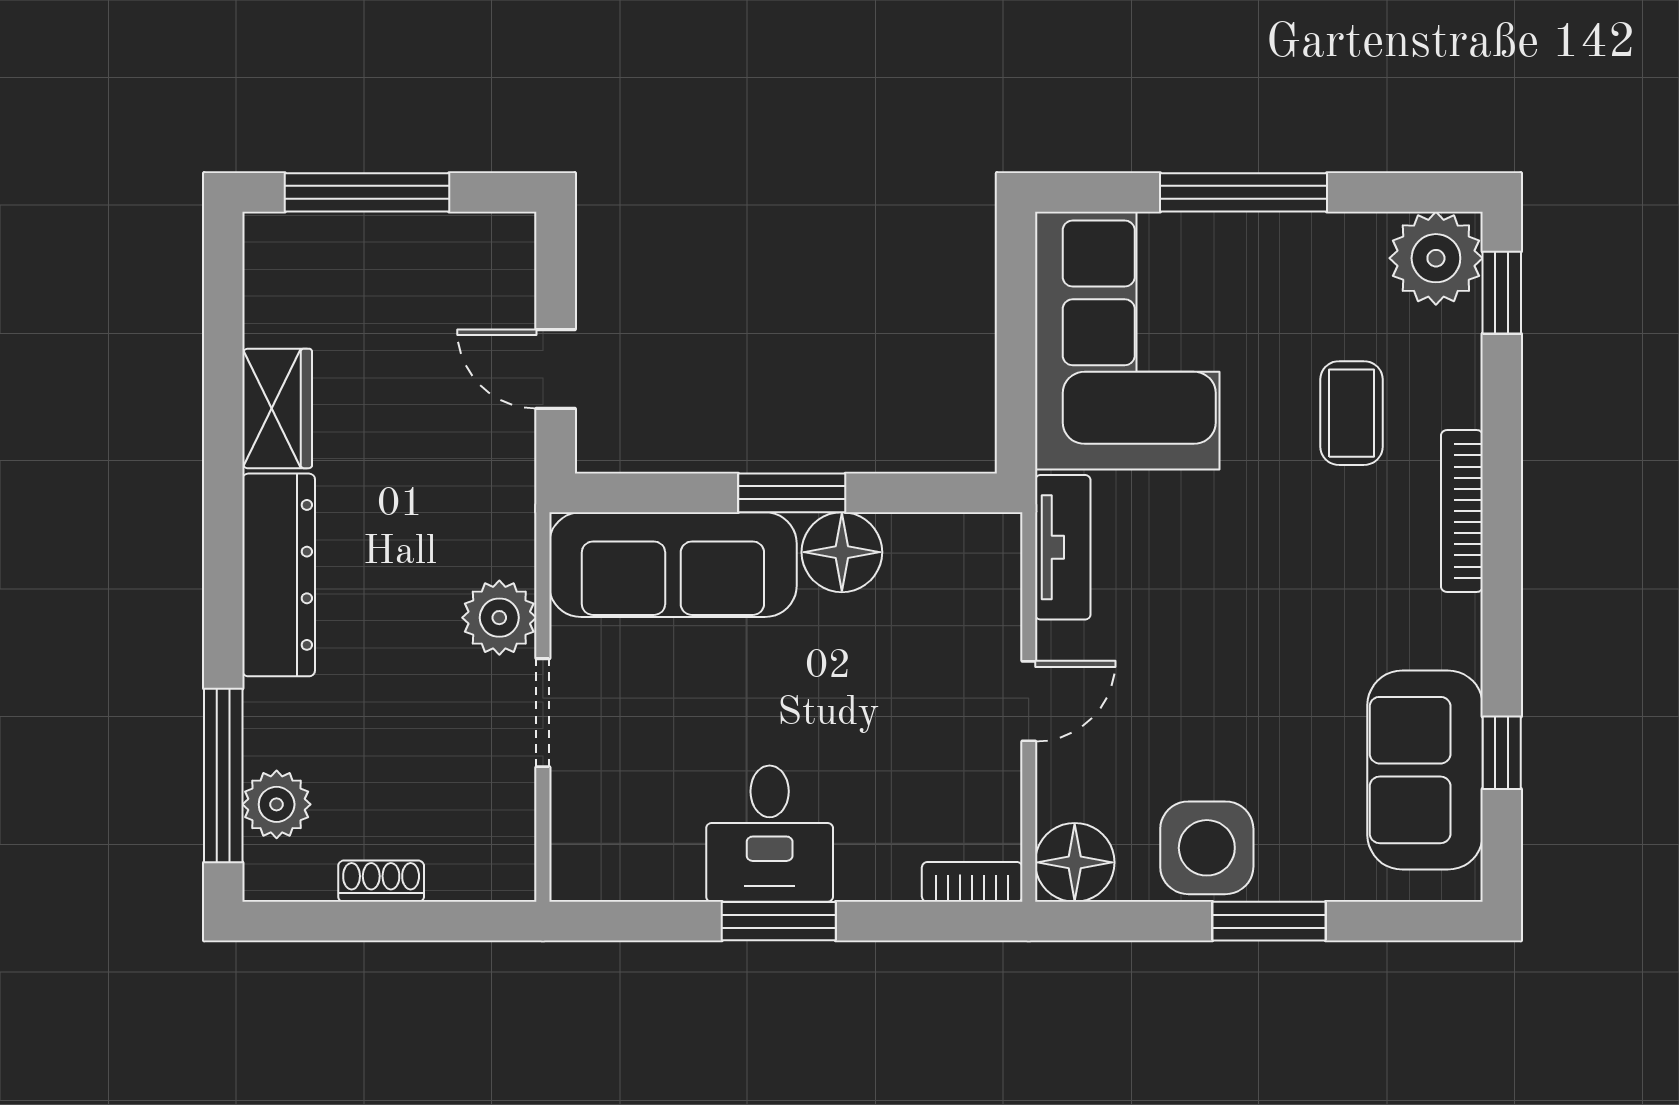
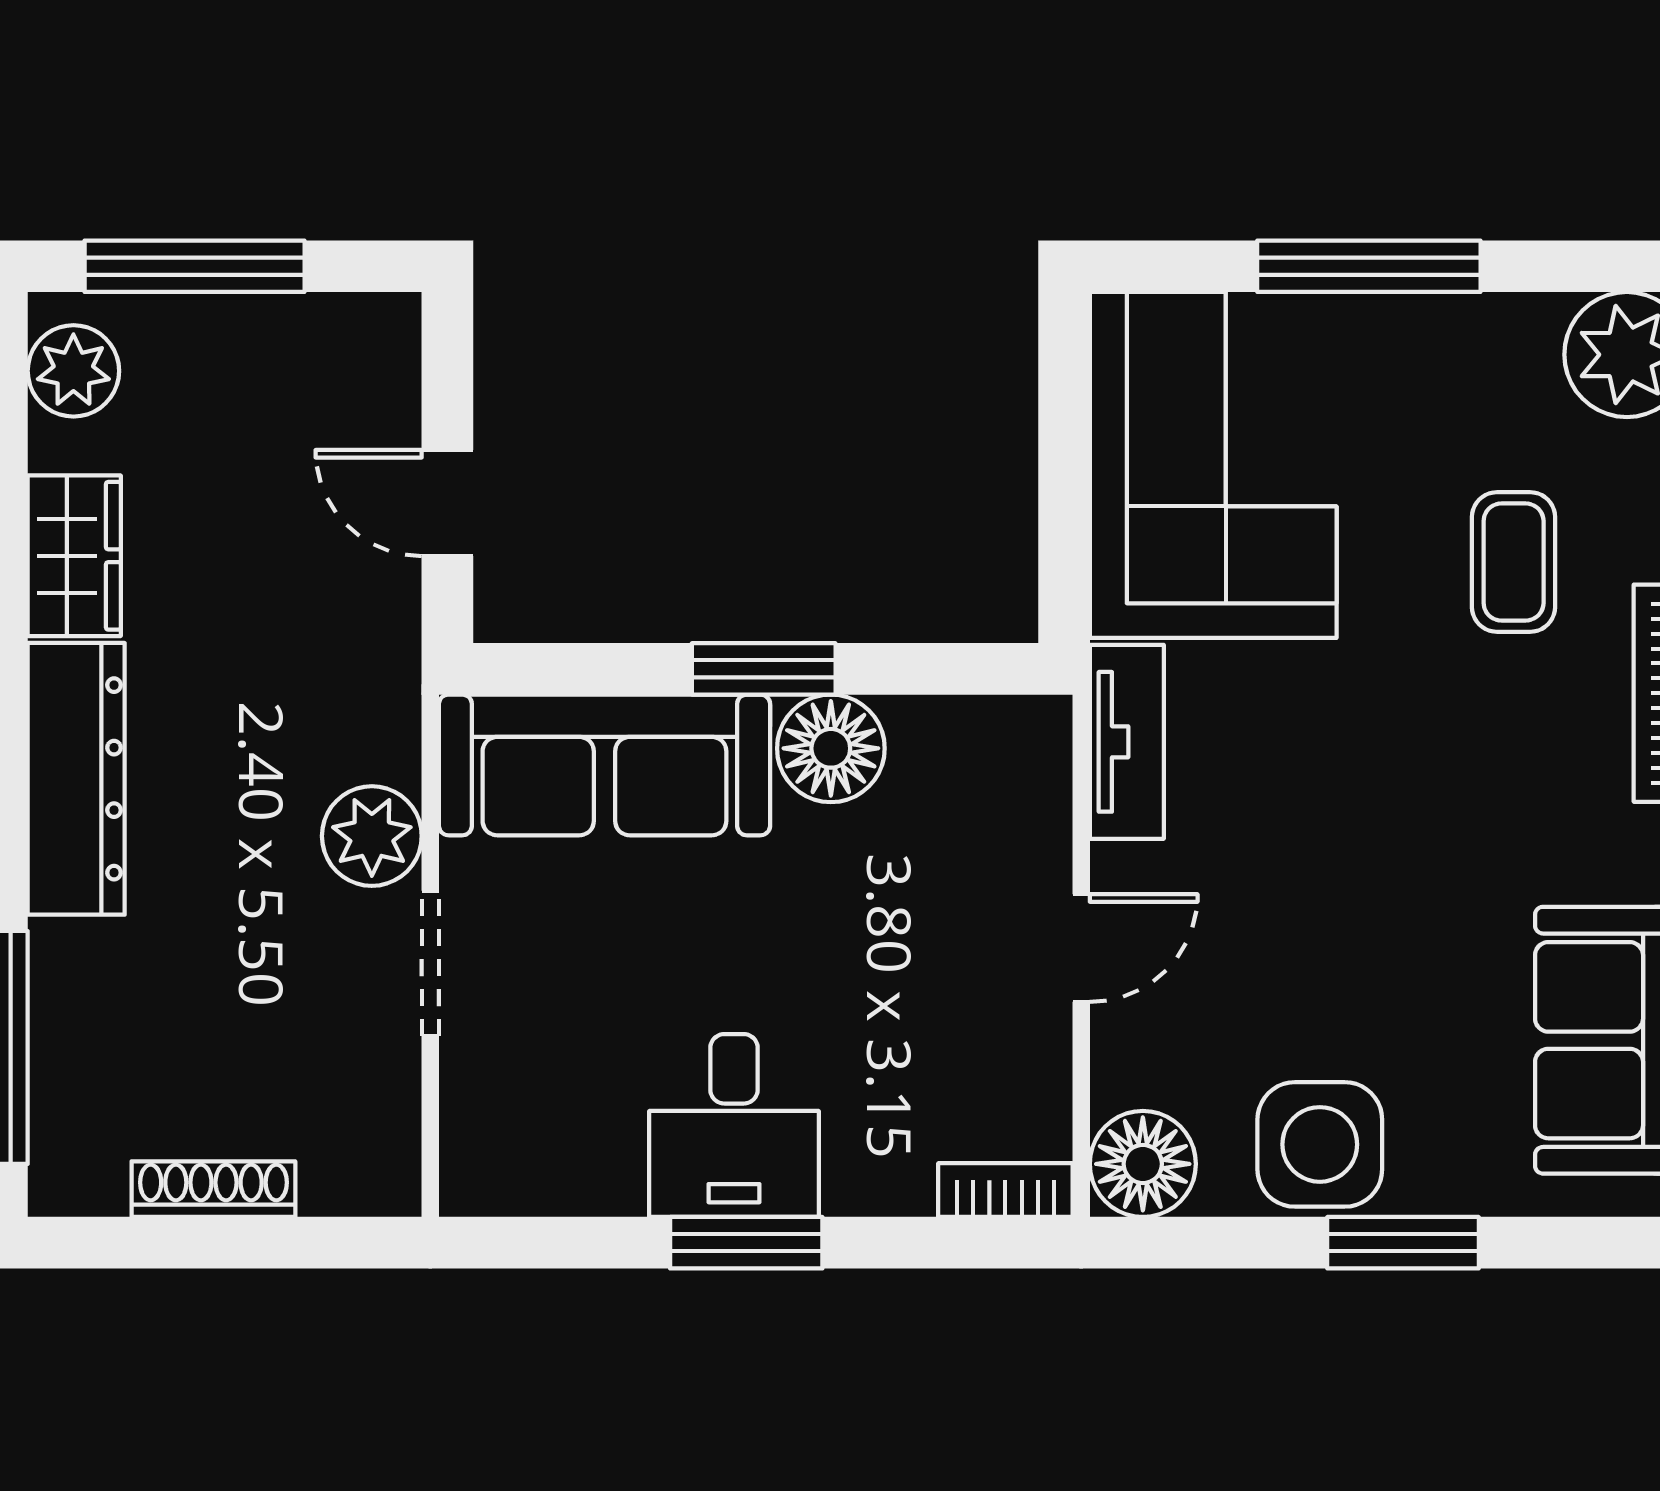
plant: (277, 804) -> (73, 371), moved
shoe rack: (381, 881) -> (213, 1189), width x1.43

